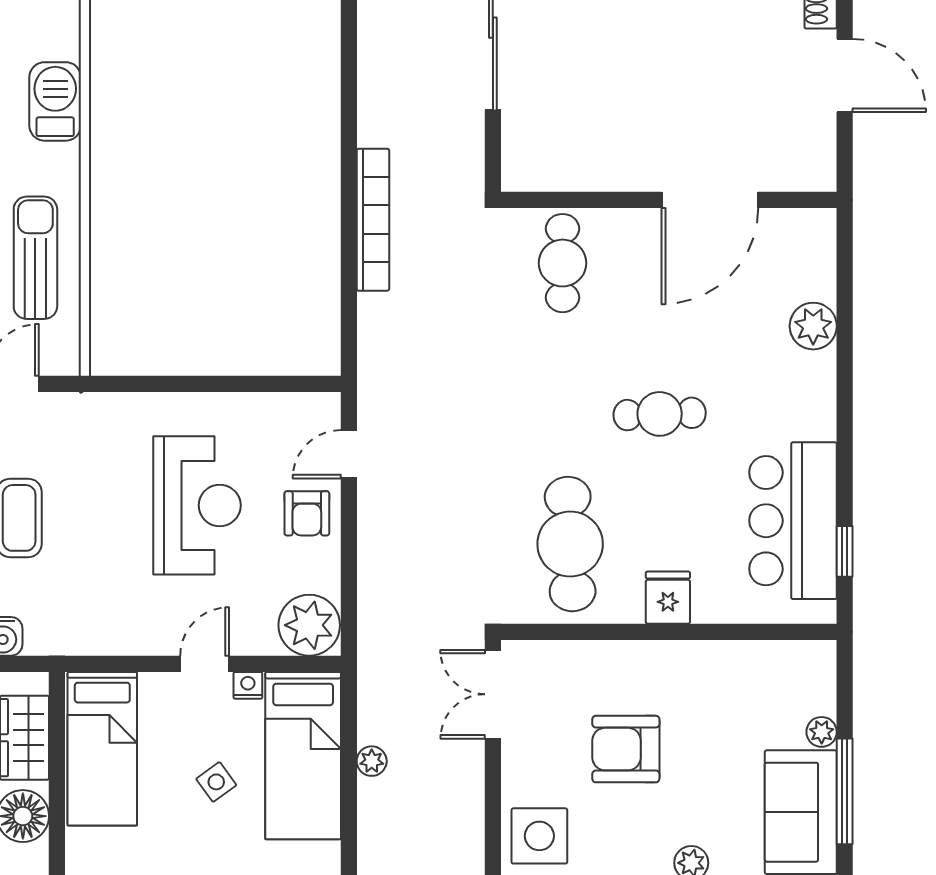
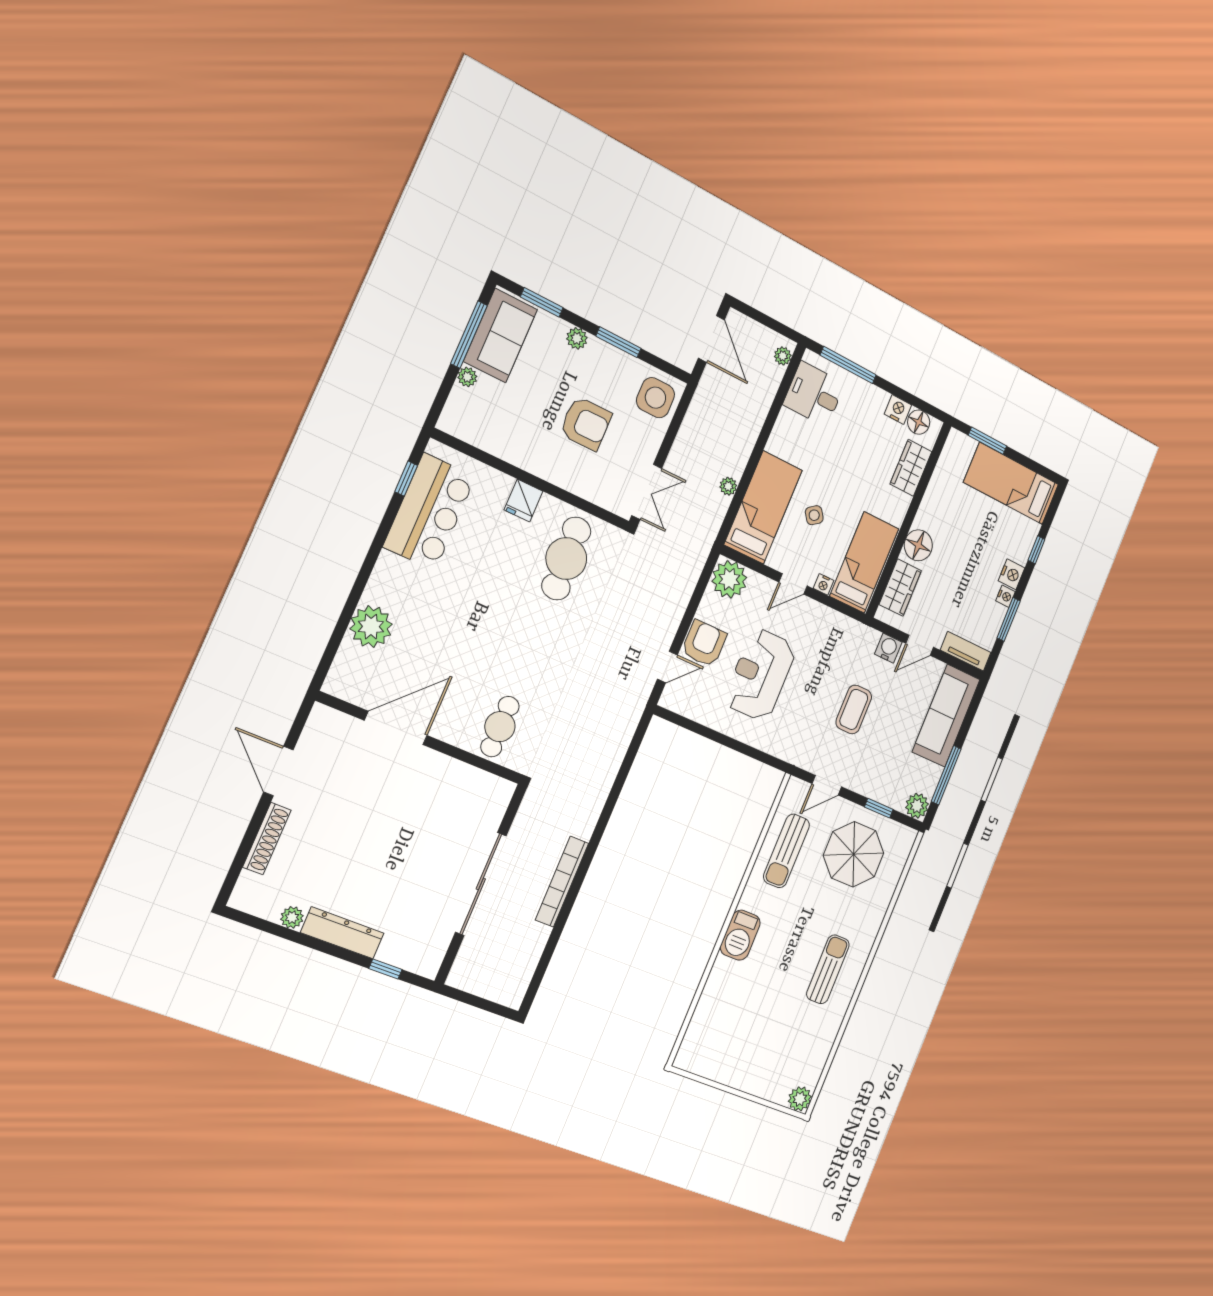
bookcase: (373, 220) -> (562, 882), moved
plant: (813, 326) -> (371, 627), width x1.36, depth x1.36
cafe table: (660, 414) -> (481, 612), removed
armchair: (307, 513) -> (704, 644), width x1.38, depth x1.38
nightstand: (248, 685) -> (824, 584), moved

